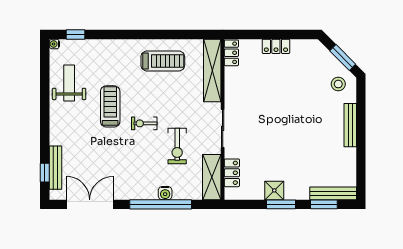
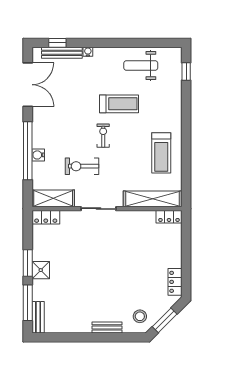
water cooler: (54, 44) -> (88, 52), moved
locker: (276, 46) -> (175, 282), moved
weight bench: (69, 83) -> (141, 65), turned 180
bench: (350, 125) -> (107, 327), width x0.73
locker: (232, 173) -> (46, 217), moved
shower: (274, 190) -> (41, 270), moved
bench: (333, 193) -> (38, 317), width x0.73
window: (324, 204) -> (28, 303), width x1.44

